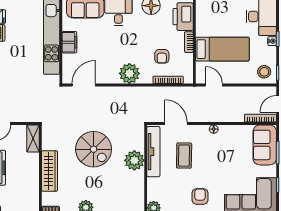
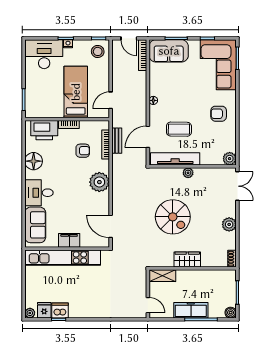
bench: (172, 91) -> (117, 141), added
spiral stairs: (94, 149) -> (173, 217), turned 90
plant: (134, 160) -> (188, 173), width x0.53, depth x0.53
wardrobe: (50, 171) -> (187, 260), width x0.67

